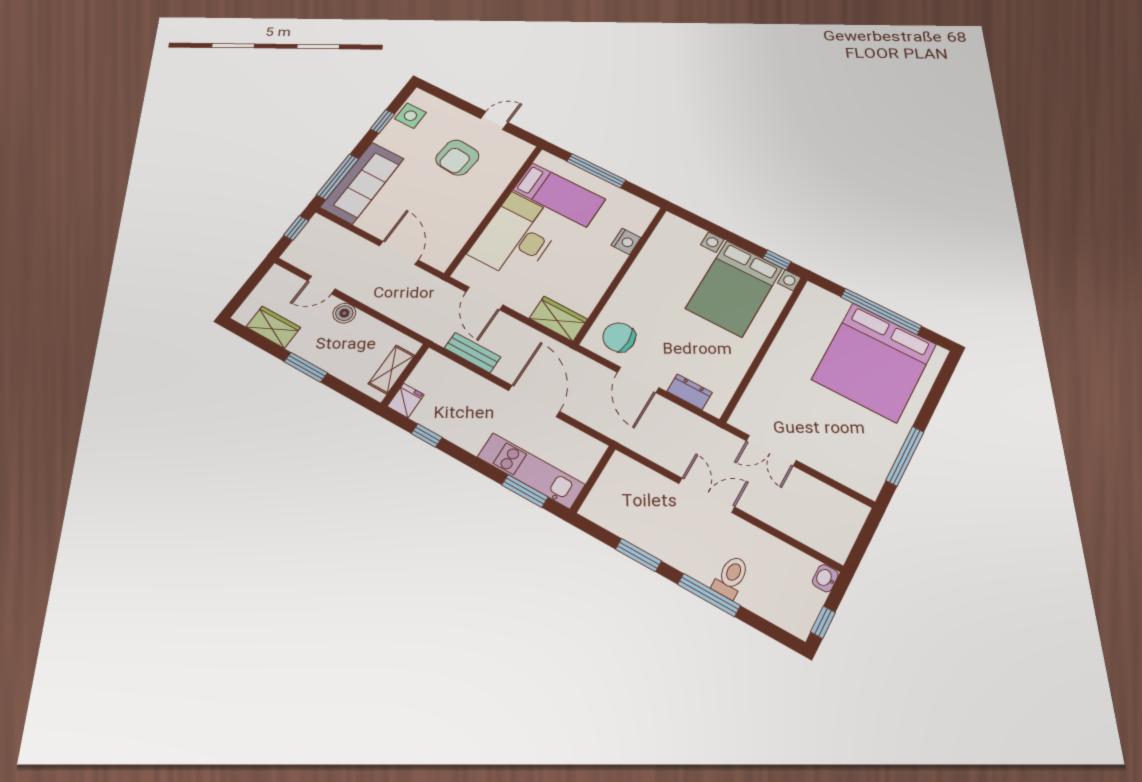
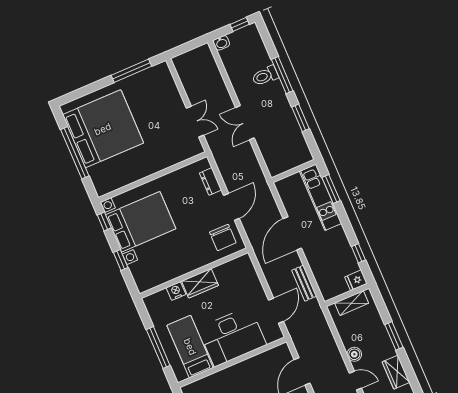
window: (720, 232) -> (121, 260), added
wardrobe: (558, 319) -> (200, 283), moved, turned -90

